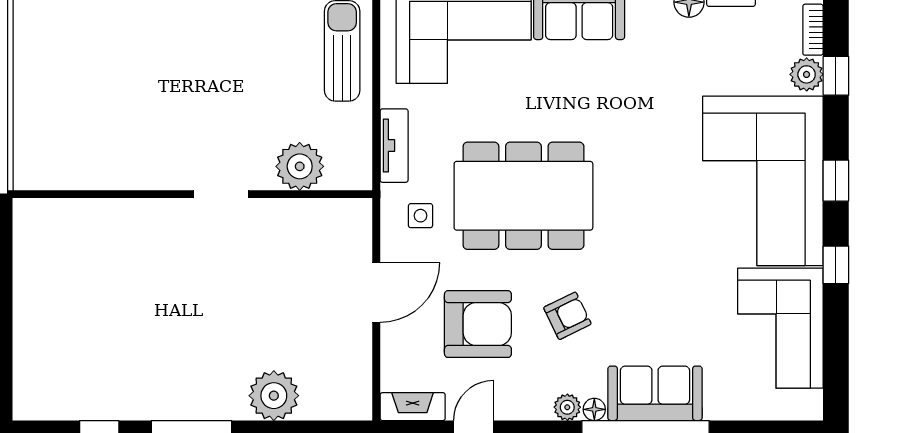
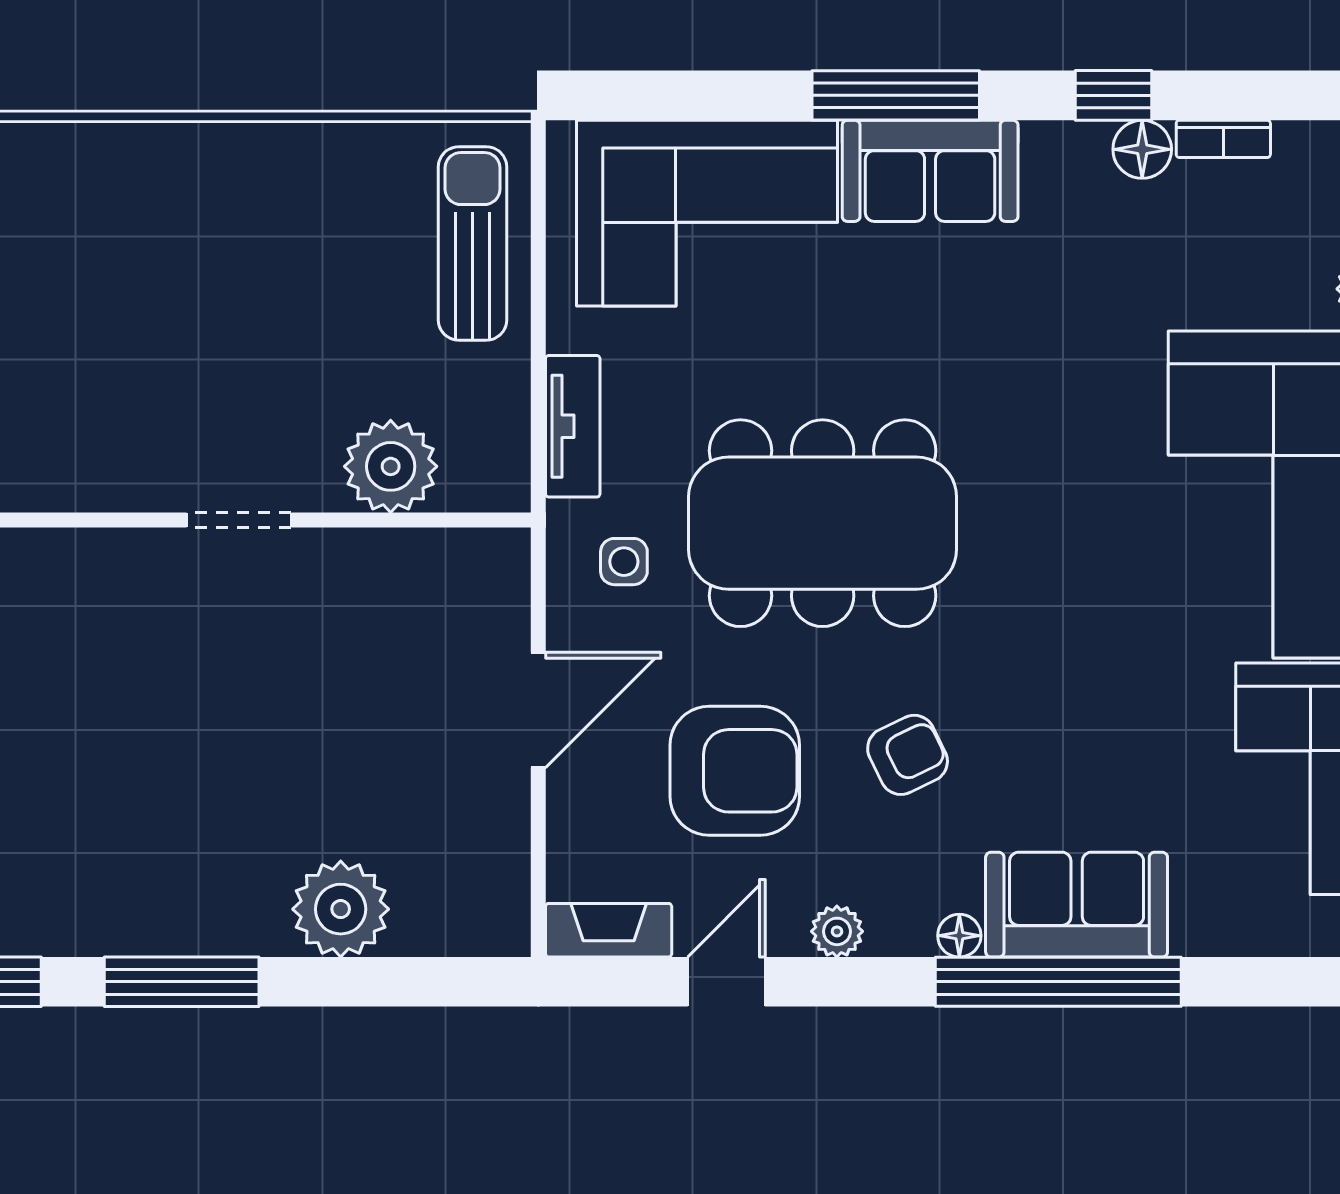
plant: (567, 407) -> (837, 931), moved

